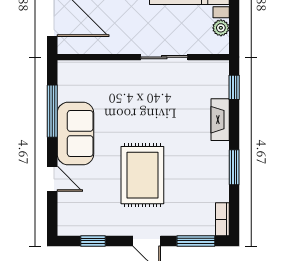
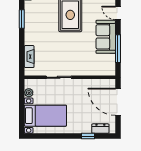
window: (234, 87) -> (22, 61), removed
fireplace: (220, 120) -> (29, 57), moved

